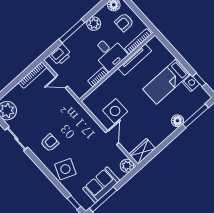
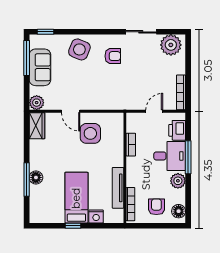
desk: (109, 53) -> (170, 156), moved, turned 180
window: (199, 80) -> (73, 226), moved
nightstand: (191, 83) -> (96, 216), moved
window: (195, 116) -> (27, 180), moved
armchair: (50, 143) -> (113, 56), turned -90

